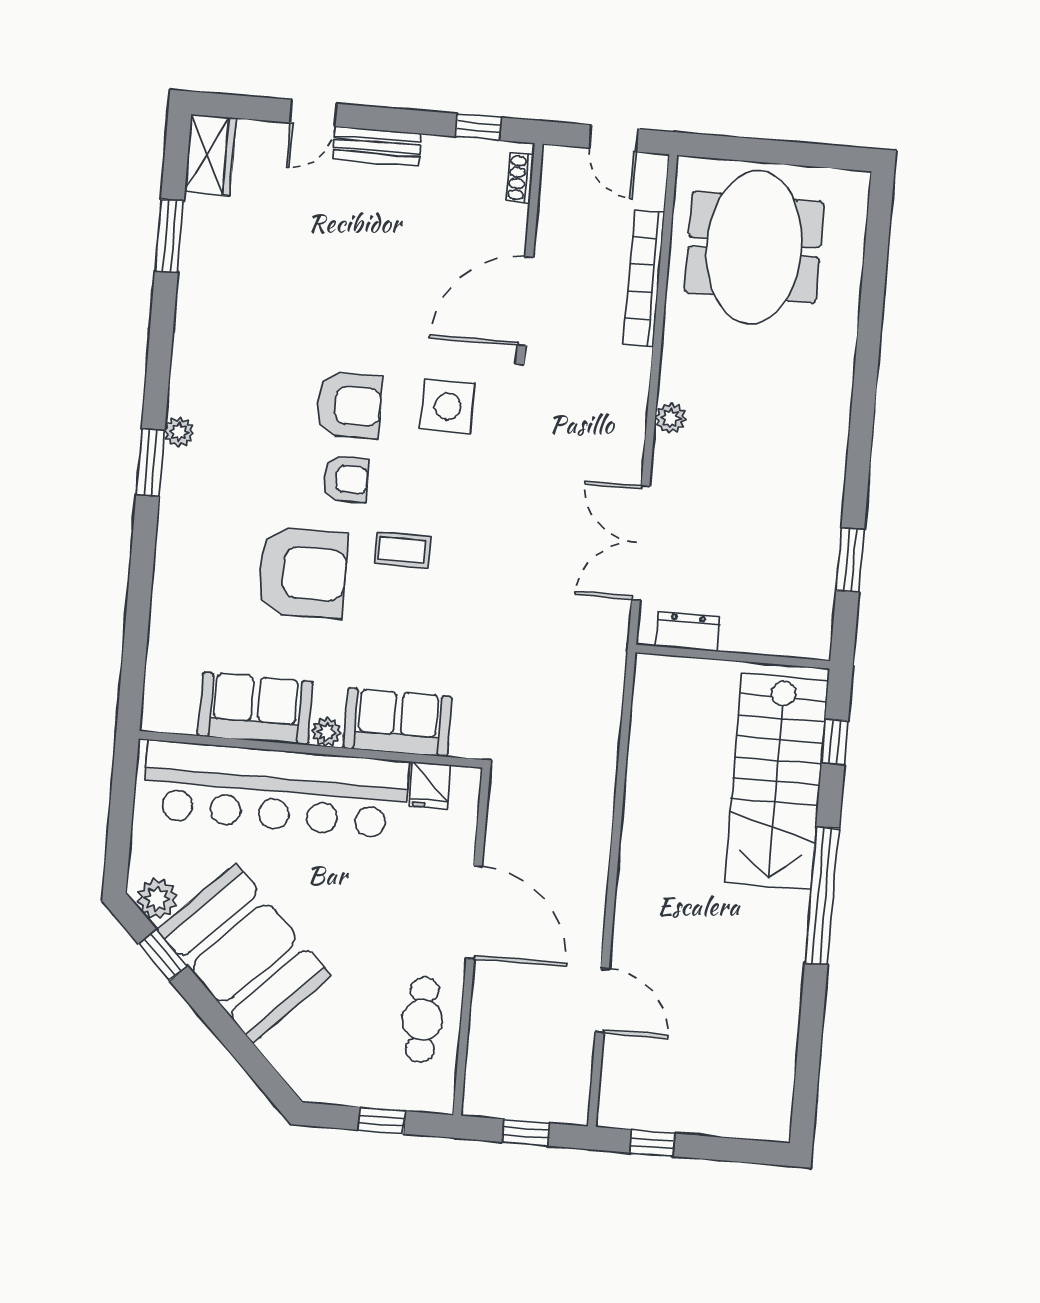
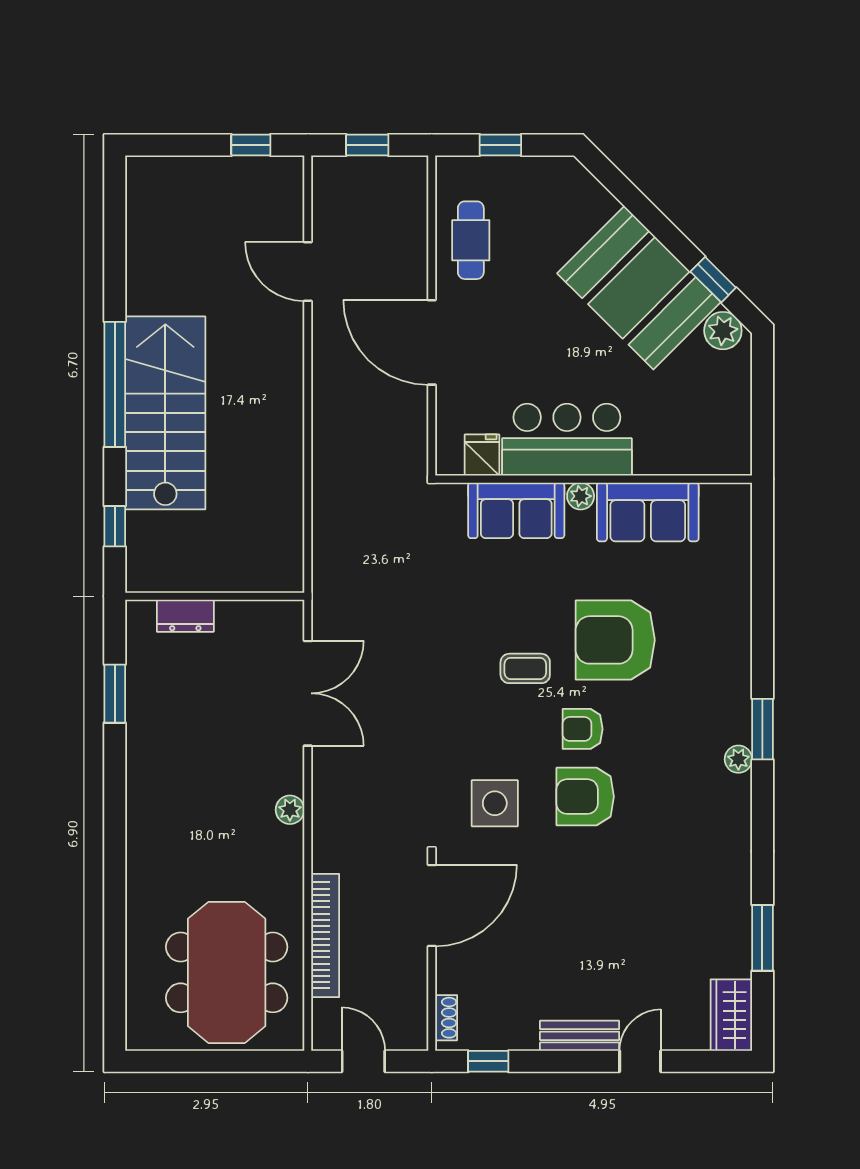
dresser: (687, 632) -> (185, 616), moved
stairs: (776, 781) -> (165, 413), moved
bar counter: (276, 789) -> (567, 440), width x0.54

